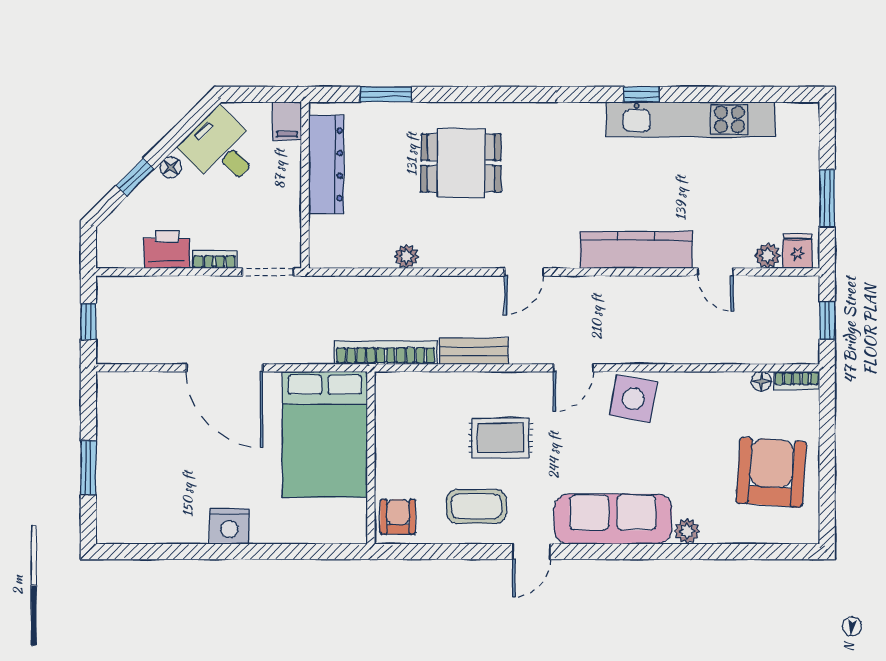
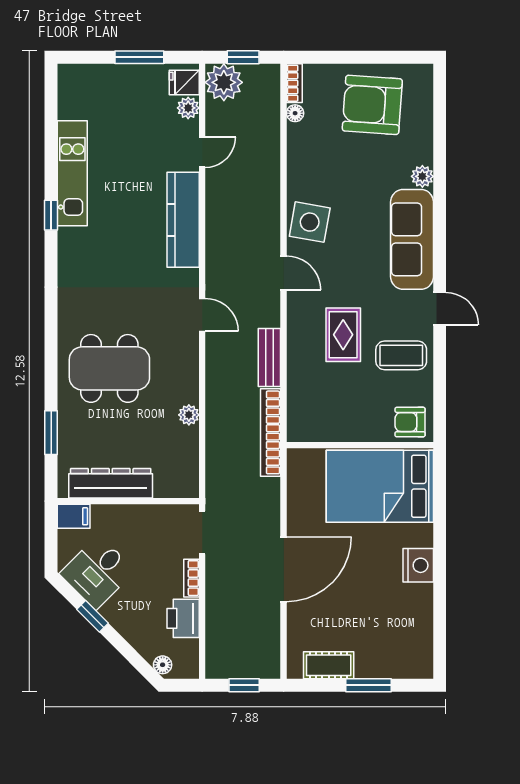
kitchen unit: (691, 119) -> (72, 173), width x0.73
dining table: (461, 163) -> (109, 368), width x1.38
floor lamp: (171, 167) -> (163, 665), moved
window: (135, 177) -> (92, 616), moved
plant: (798, 298) -> (224, 82), added
cot: (112, 421) -> (329, 665), added
bed: (325, 434) -> (380, 486), moved, turned 180
coffee table: (476, 506) -> (401, 355), turned 90

